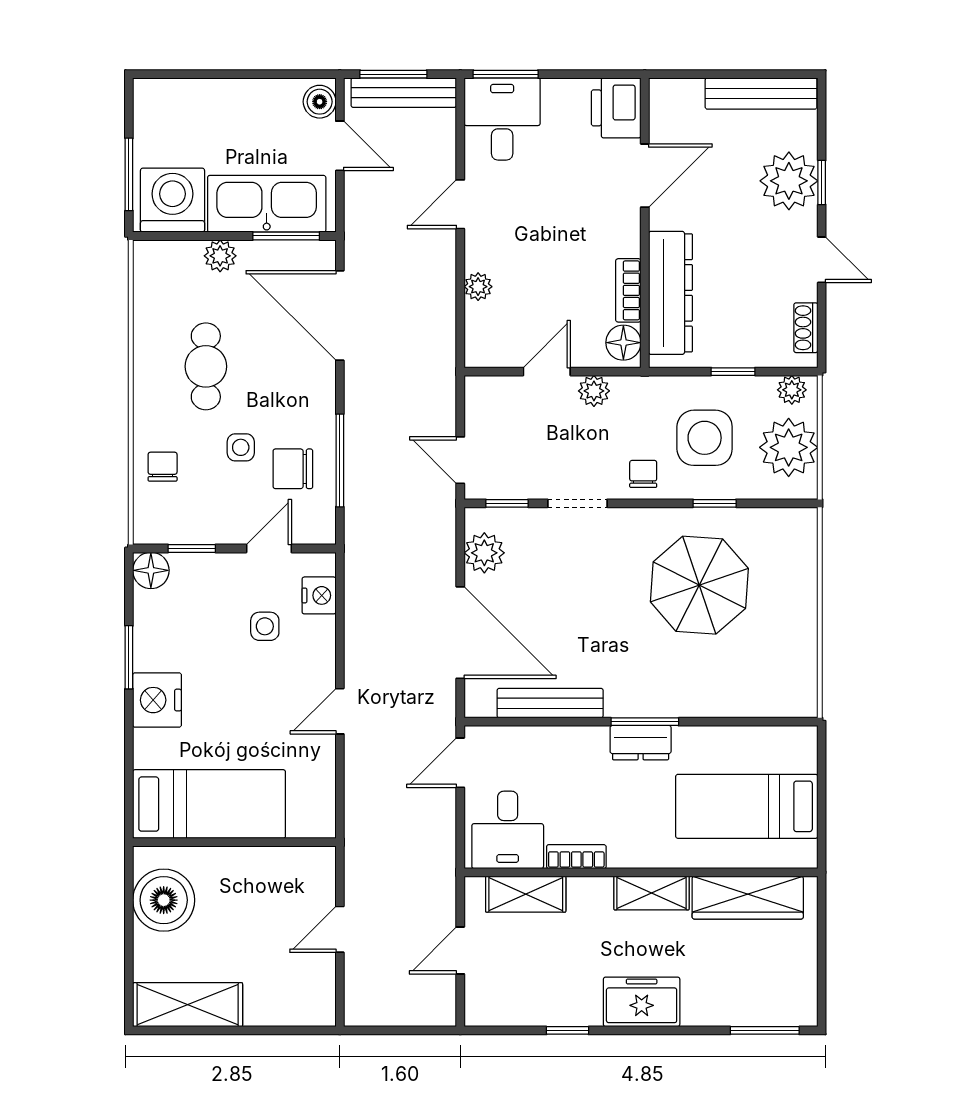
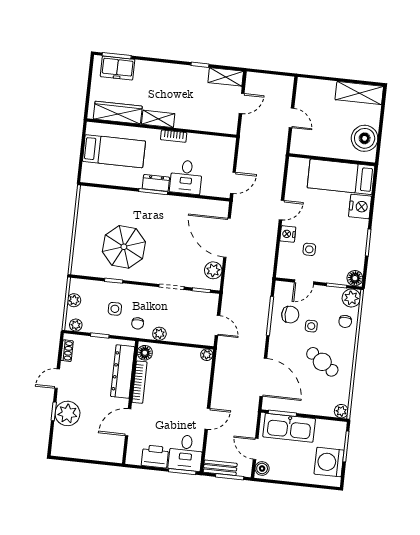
bench: (404, 93) -> (220, 468), width x0.73
bench: (761, 93) -> (75, 452), removed
printer: (616, 108) -> (155, 456), moved, turned -90
washing machine: (173, 200) -> (329, 462), moved, turned 90
plant: (220, 256) -> (341, 411), moved
door: (822, 260) -> (57, 379), hinge flipped
plant: (478, 287) -> (207, 355), moved
bookcase: (628, 290) -> (139, 382), width x1.56
cafe table: (206, 366) -> (322, 362), turned -55
door: (547, 372) -> (178, 344), removed
side table: (705, 438) -> (115, 309), width x0.54, depth x0.54
plant: (789, 447) -> (74, 300), width x0.53, depth x0.53
door: (460, 460) -> (217, 325), moved
chair: (643, 474) -> (138, 323), moved
plant: (154, 523) -> (351, 298), added
nightstand: (319, 595) -> (288, 234), moved
nightstand: (157, 700) -> (360, 206), moved
bench: (550, 703) -> (192, 204), removed
desk: (508, 830) -> (186, 177), moved, turned 180
bookcase: (576, 857) -> (174, 136), moved
shelving: (526, 894) -> (226, 77), moved
door: (340, 929) -> (292, 118), hinge flipped
freezer: (642, 1002) -> (118, 68), moved

